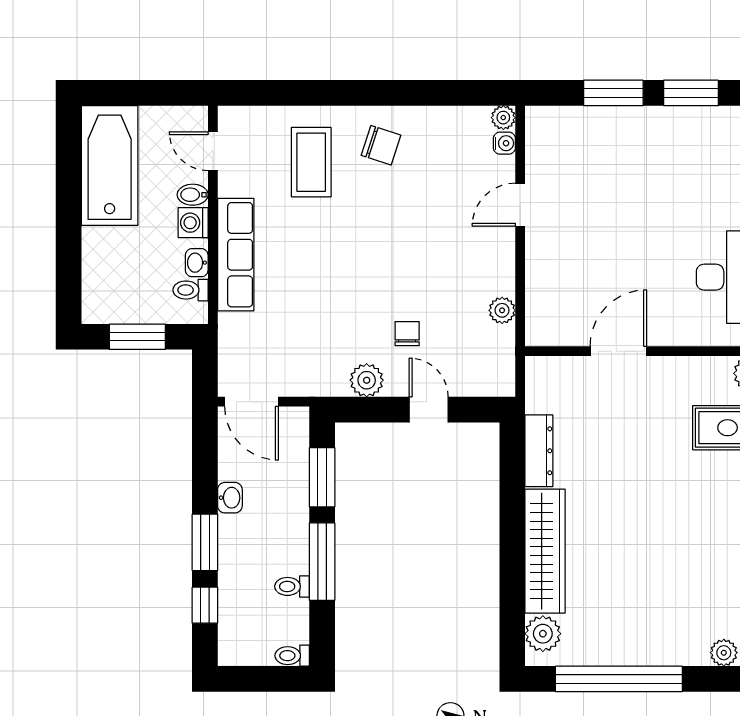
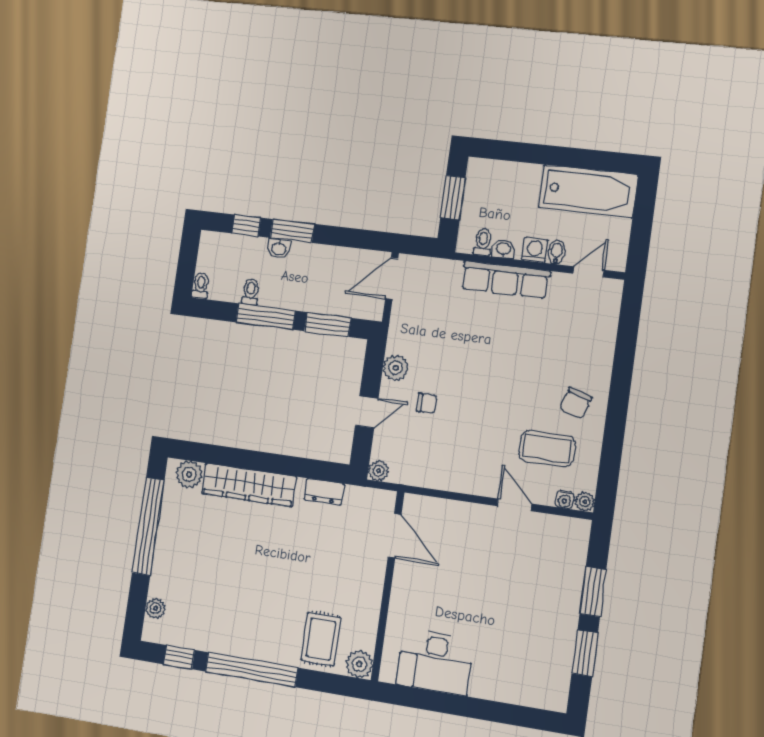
coffee table: (311, 162) -> (547, 449), moved
plant: (502, 310) -> (378, 471), moved
door: (618, 351) -> (395, 536), moved
dresser: (539, 451) -> (324, 491), width x0.70
washbasin: (230, 498) -> (279, 248), moved

